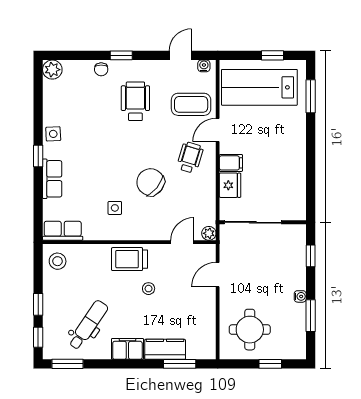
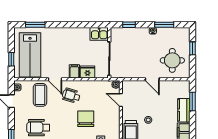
window: (273, 55) -> (11, 59), moved
chair: (151, 182) -> (86, 119), turned 141
kitchen sink: (295, 205) -> (99, 34), added
door: (218, 275) -> (152, 79), moved

